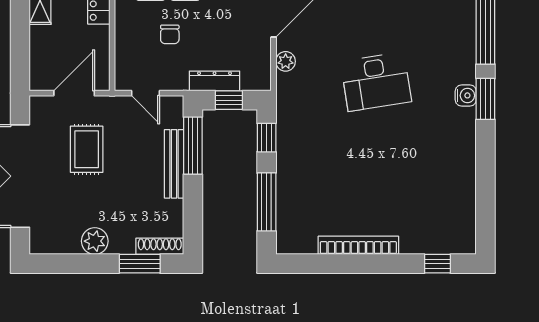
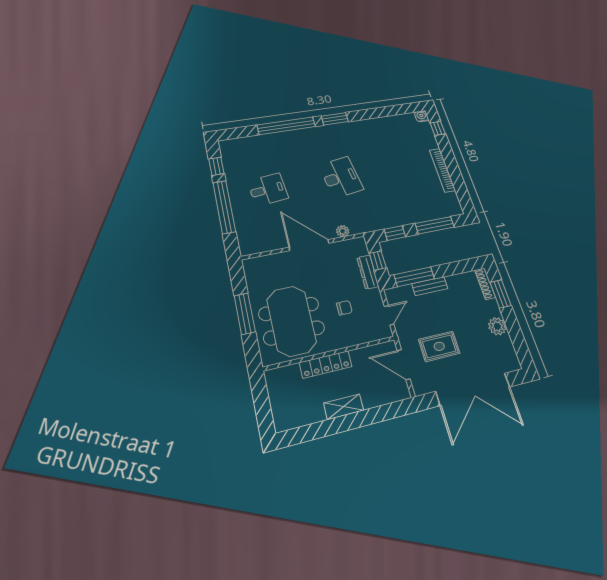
water cooler: (466, 95) -> (422, 116), moved
bench: (174, 164) -> (430, 286), width x0.73

